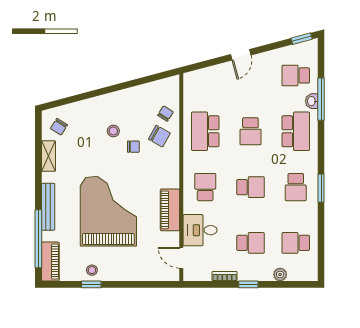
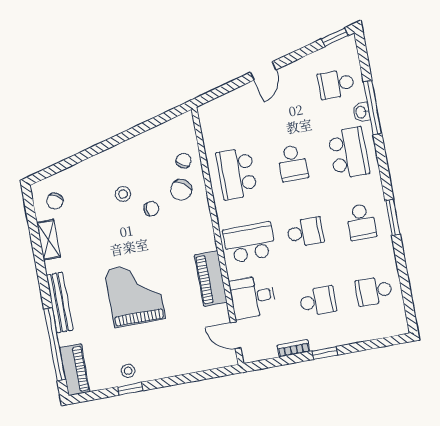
chair: (159, 136) -> (181, 190), turned 97
school desk: (205, 187) -> (249, 242), width x1.85
grand piano: (108, 211) -> (135, 294), width x0.73, depth x0.68
plant: (280, 274) -> (362, 334), removed

